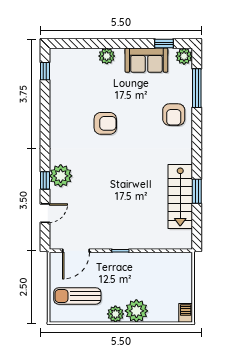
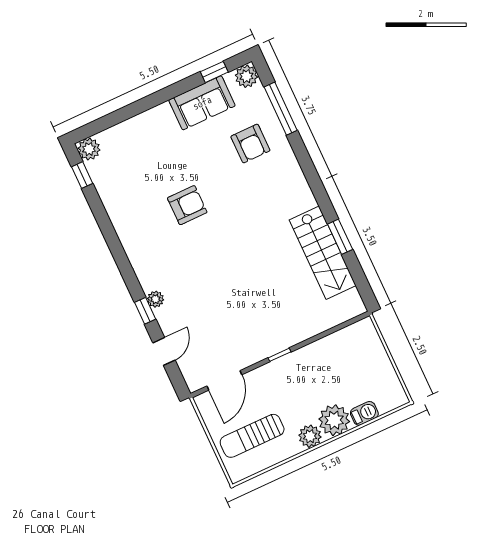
plant: (107, 56) -> (89, 149), moved
armchair: (174, 115) -> (250, 144), moved
plant: (61, 176) -> (156, 299), width x0.53, depth x0.53
barbecue: (186, 313) -> (364, 413), moved, turned 90

